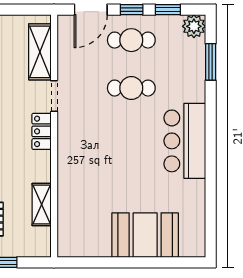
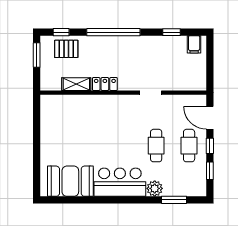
plant: (194, 26) -> (155, 188), moved
shelving: (40, 52) -> (181, 83), removed
locker: (41, 131) -> (105, 84), moved
booth: (145, 235) -> (70, 181), moved, turned 90

